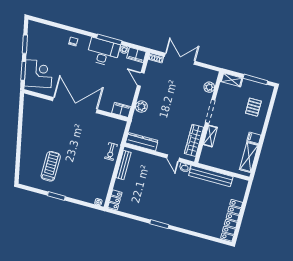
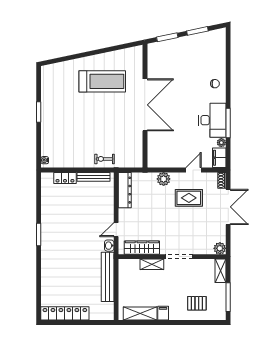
corner desk: (38, 74) -> (169, 55), removed
plant: (209, 87) -> (220, 248), moved
rug: (163, 90) -> (189, 198), added
filing cabinet: (121, 110) -> (154, 158), removed
treadmill: (51, 166) -> (102, 81), moved, width x1.37, depth x1.38
locker: (115, 200) -> (65, 178), moved

